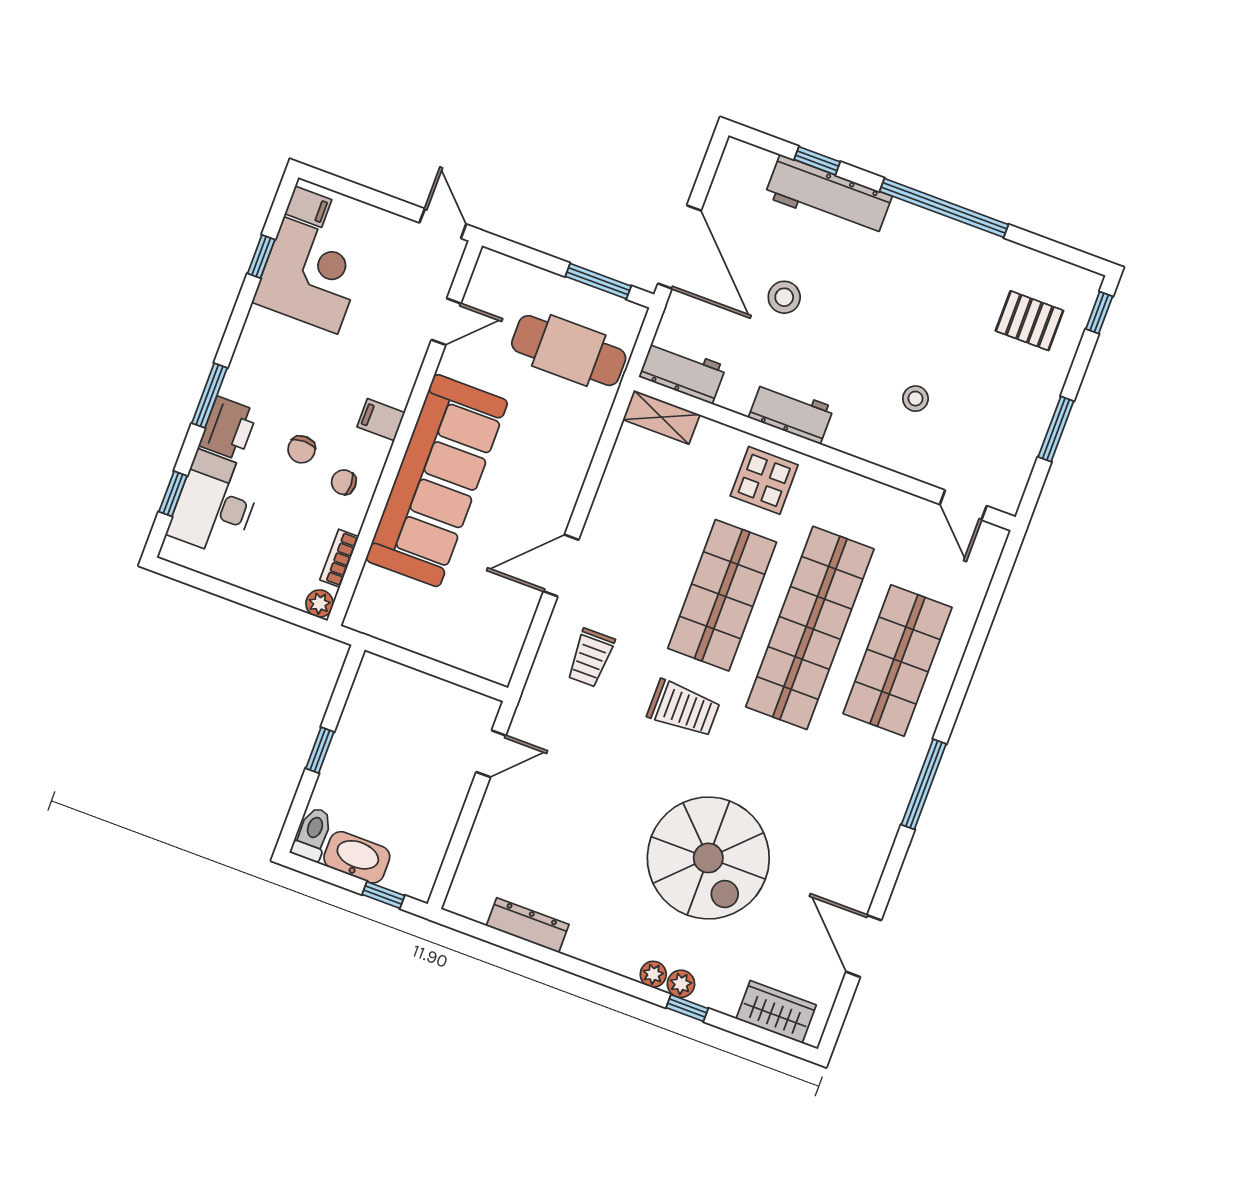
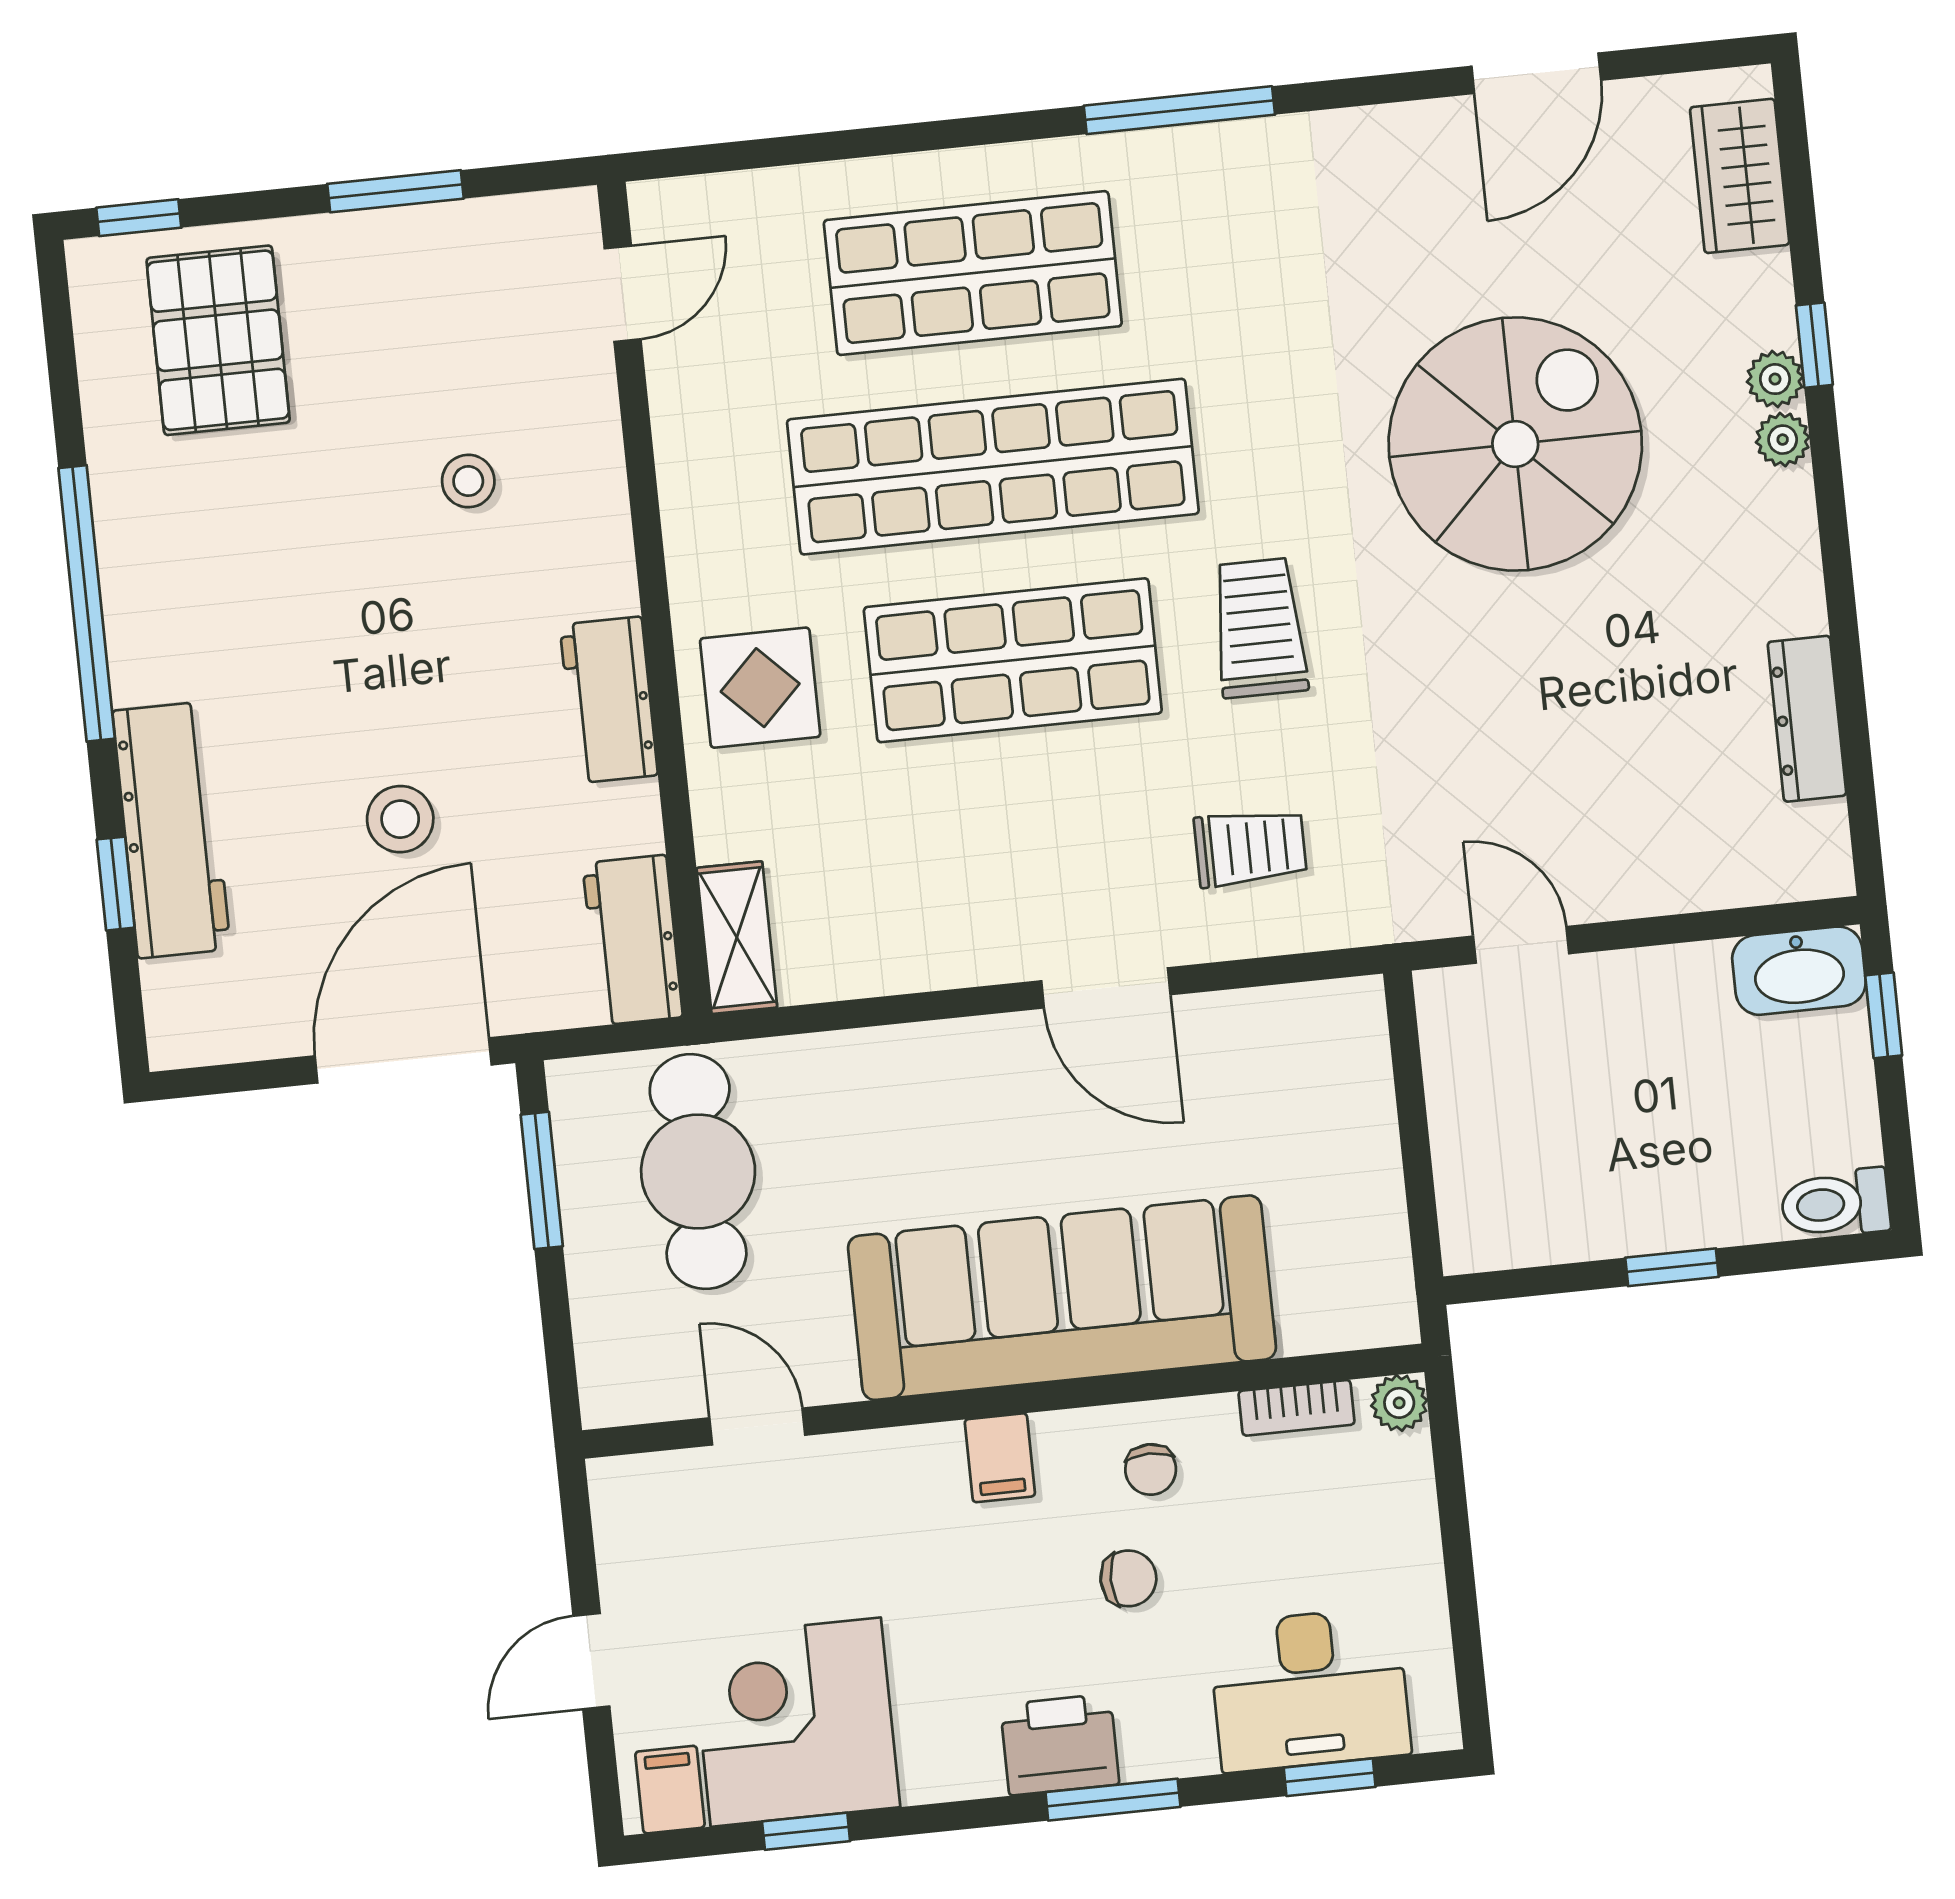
door: (443, 223) -> (591, 1661), moved
pallet: (1029, 321) -> (218, 340), width x1.50, depth x1.42
printer: (228, 428) -> (1060, 1745), moved
washbasin: (357, 857) -> (1799, 971), moved, turned -90

